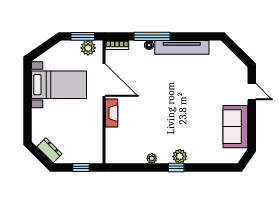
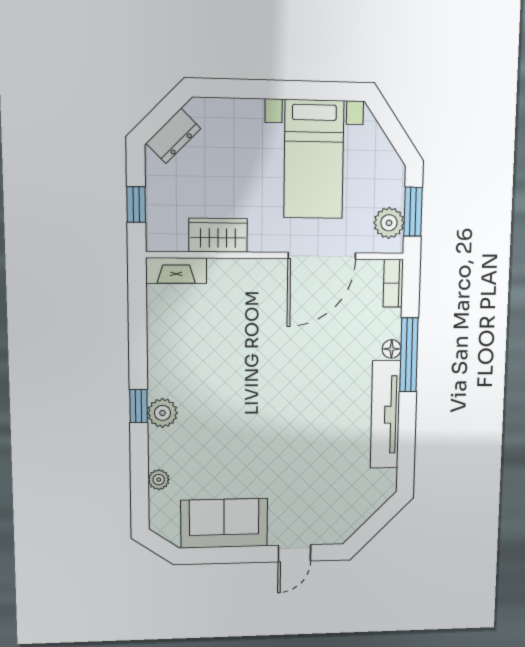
fireplace: (111, 113) -> (176, 271), moved
wardrobe: (95, 130) -> (218, 235), added
plant: (152, 158) -> (159, 480), moved

